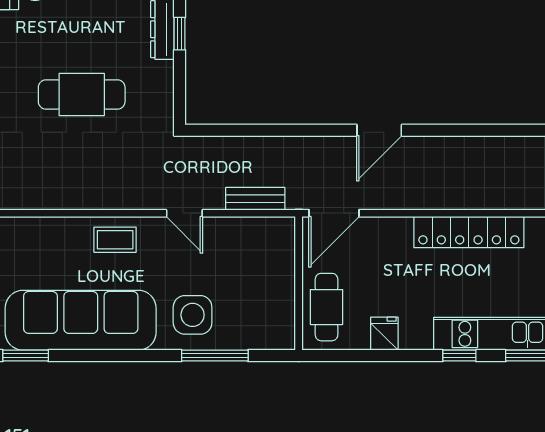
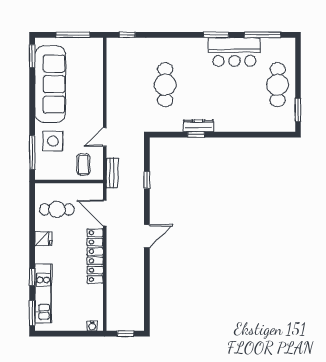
window: (269, 130) -> (147, 180), added
door: (379, 130) -> (147, 236), swing flipped
locker: (469, 232) -> (95, 256), moved
coffee table: (115, 240) -> (83, 164), moved
wall: (299, 283) -> (69, 181), moved

